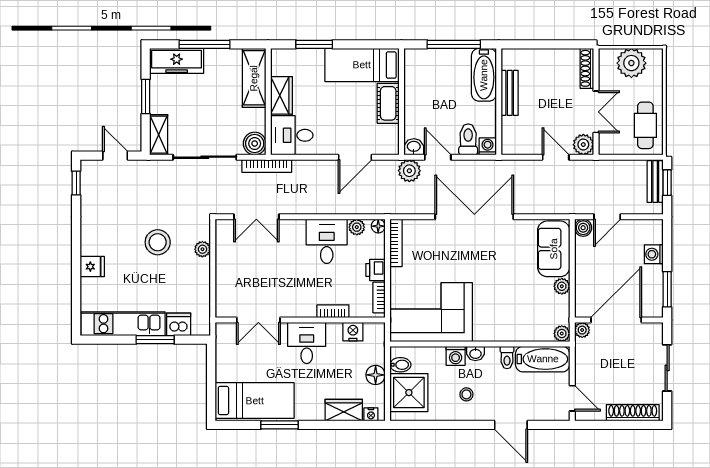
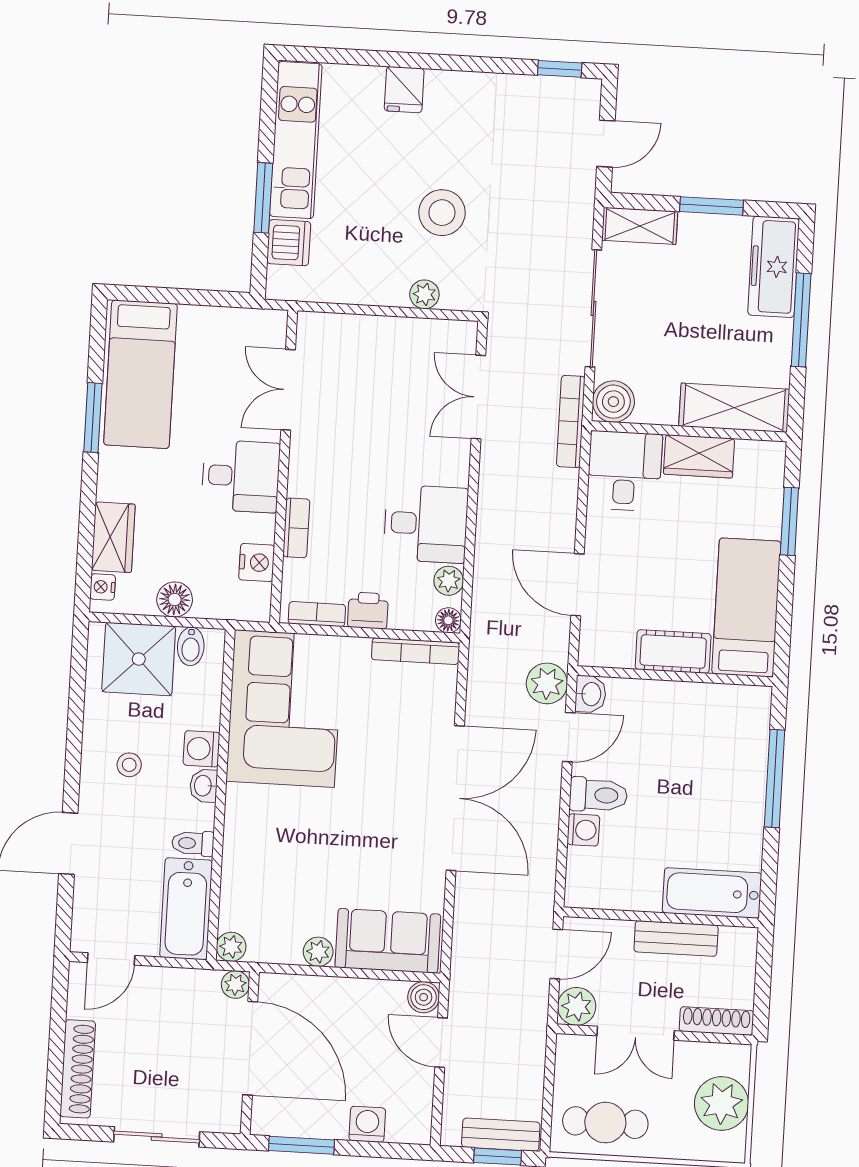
bathtub: (484, 75) -> (712, 893), moved
bench: (510, 93) -> (676, 938), moved
wall: (499, 102) -> (661, 917), moved

